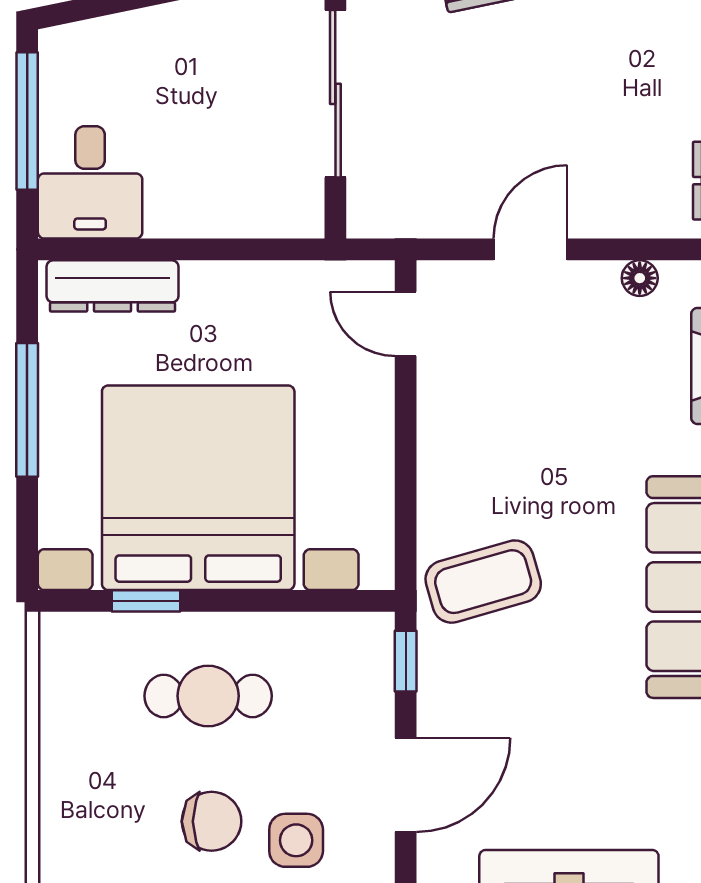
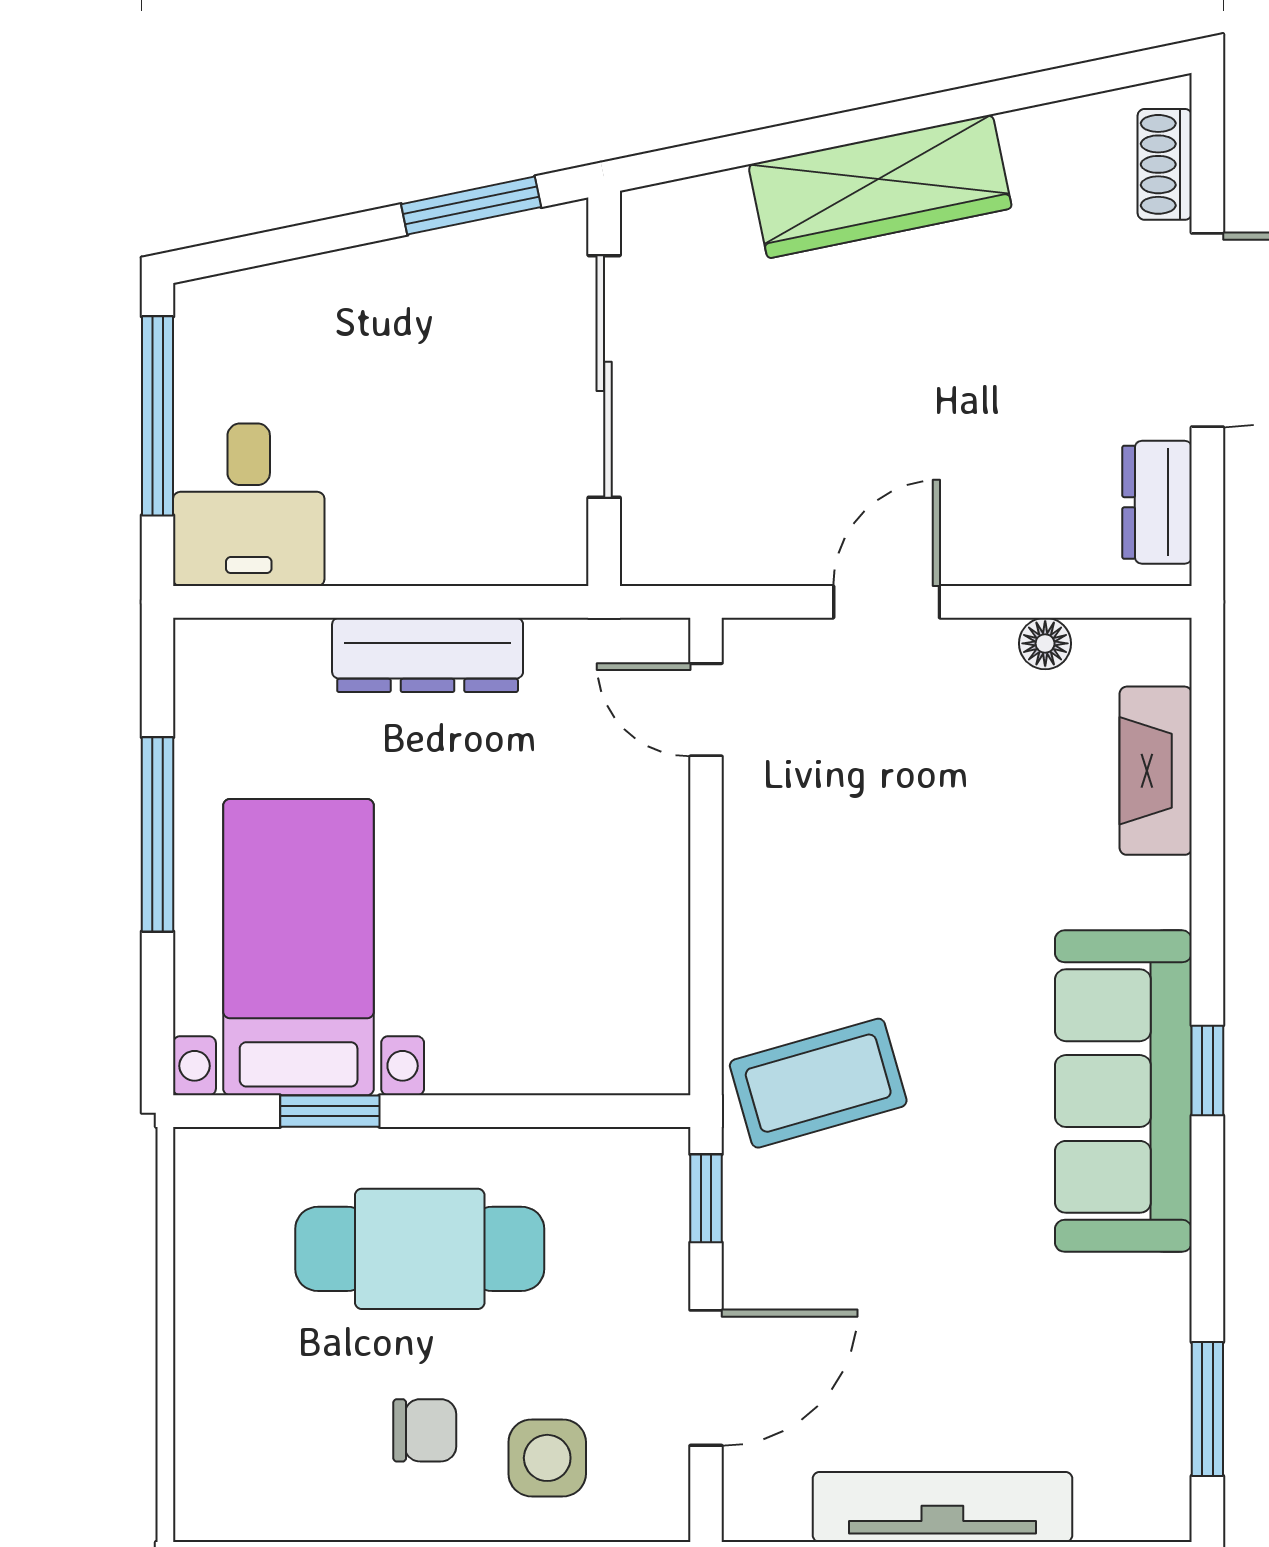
dresser: (113, 286) -> (428, 655), moved
bed with nightstands: (198, 488) -> (299, 947), width x0.54
cafe table: (208, 696) -> (420, 1249), width x1.37, depth x1.35
chair: (212, 821) -> (425, 1430), width x0.73, depth x0.73

